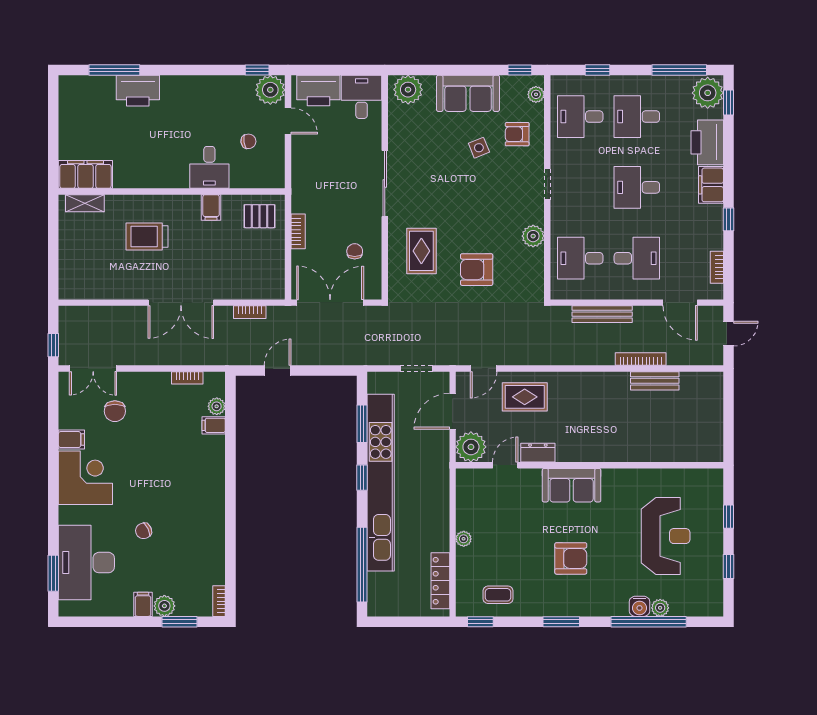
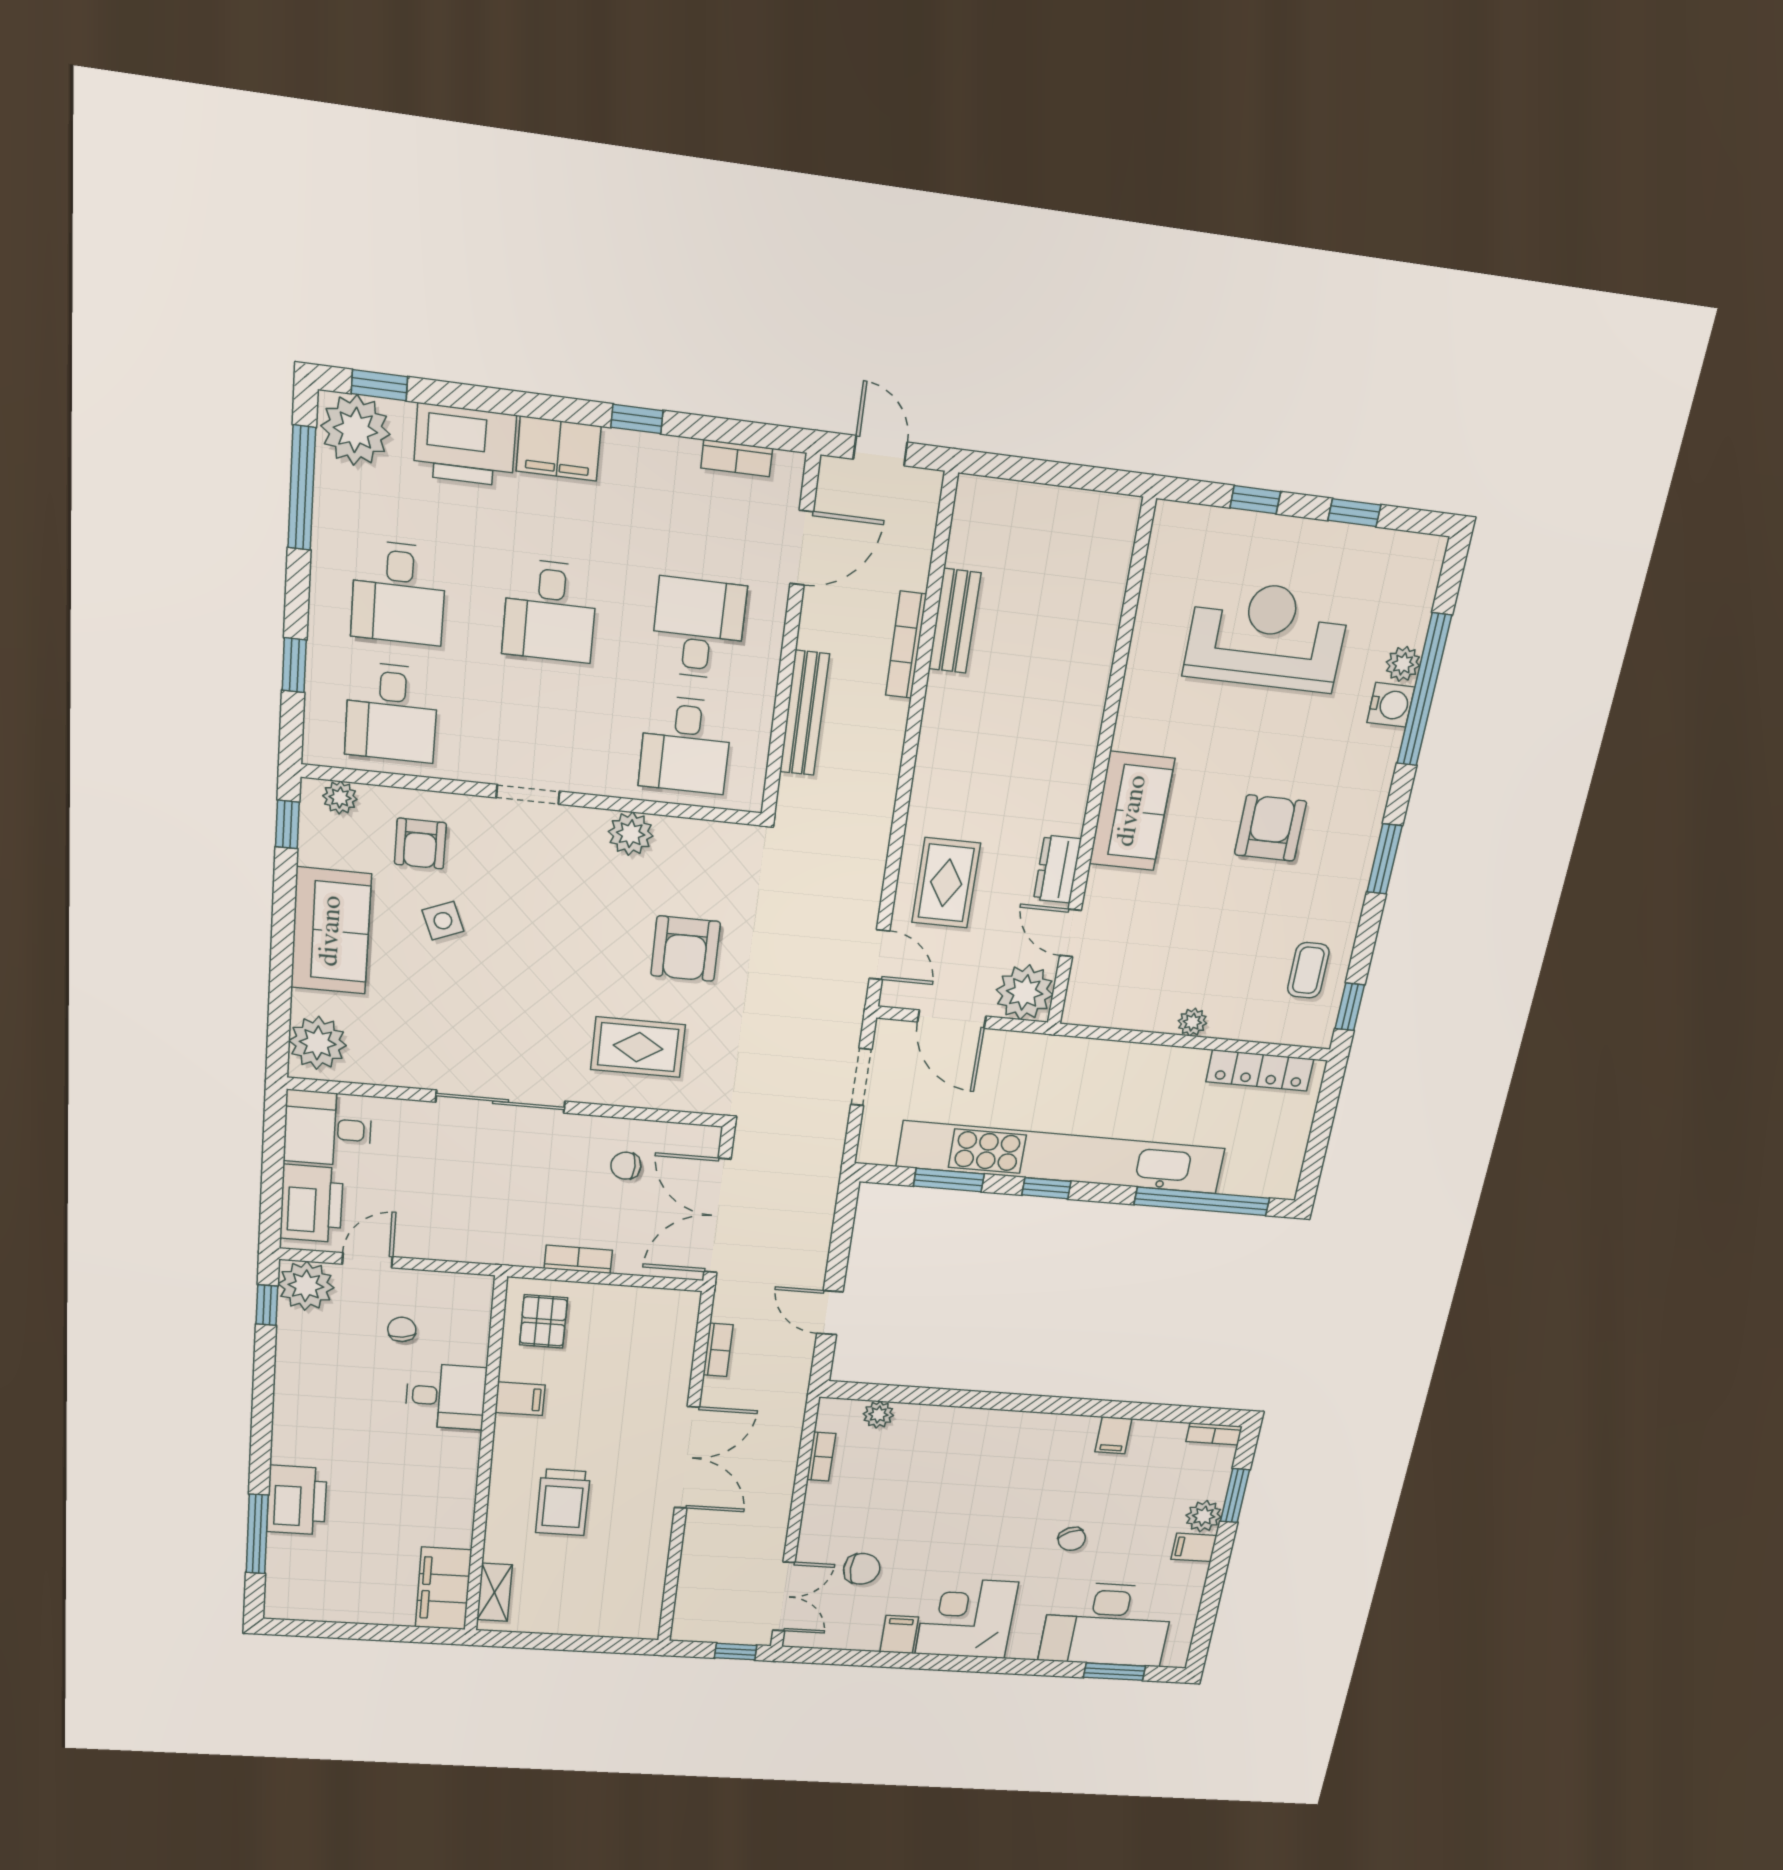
filing cabinet: (214, 425) -> (1113, 1435), moved

